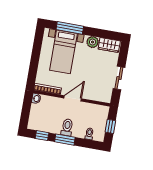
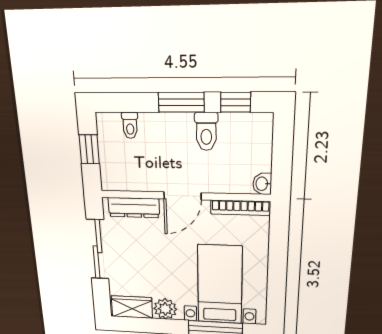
sliding door: (119, 78) -> (97, 249), width x1.37
dresser: (96, 96) -> (134, 208), added
toilet: (67, 127) -> (206, 132), moved

